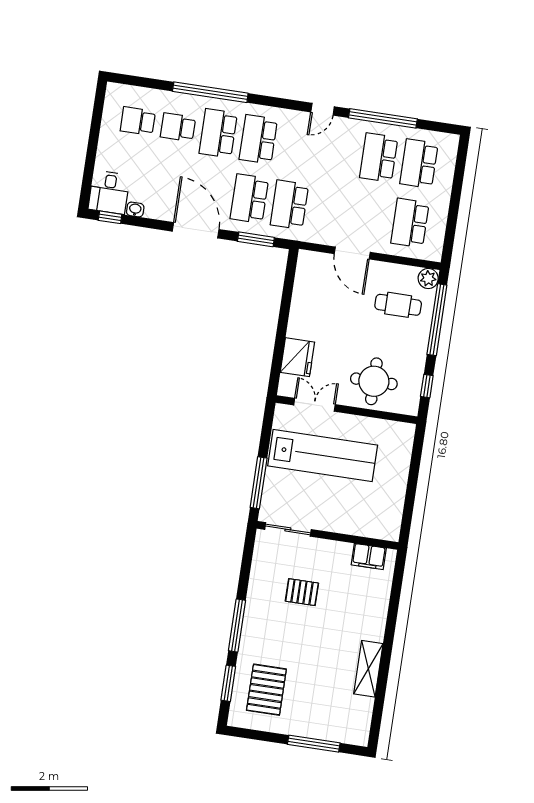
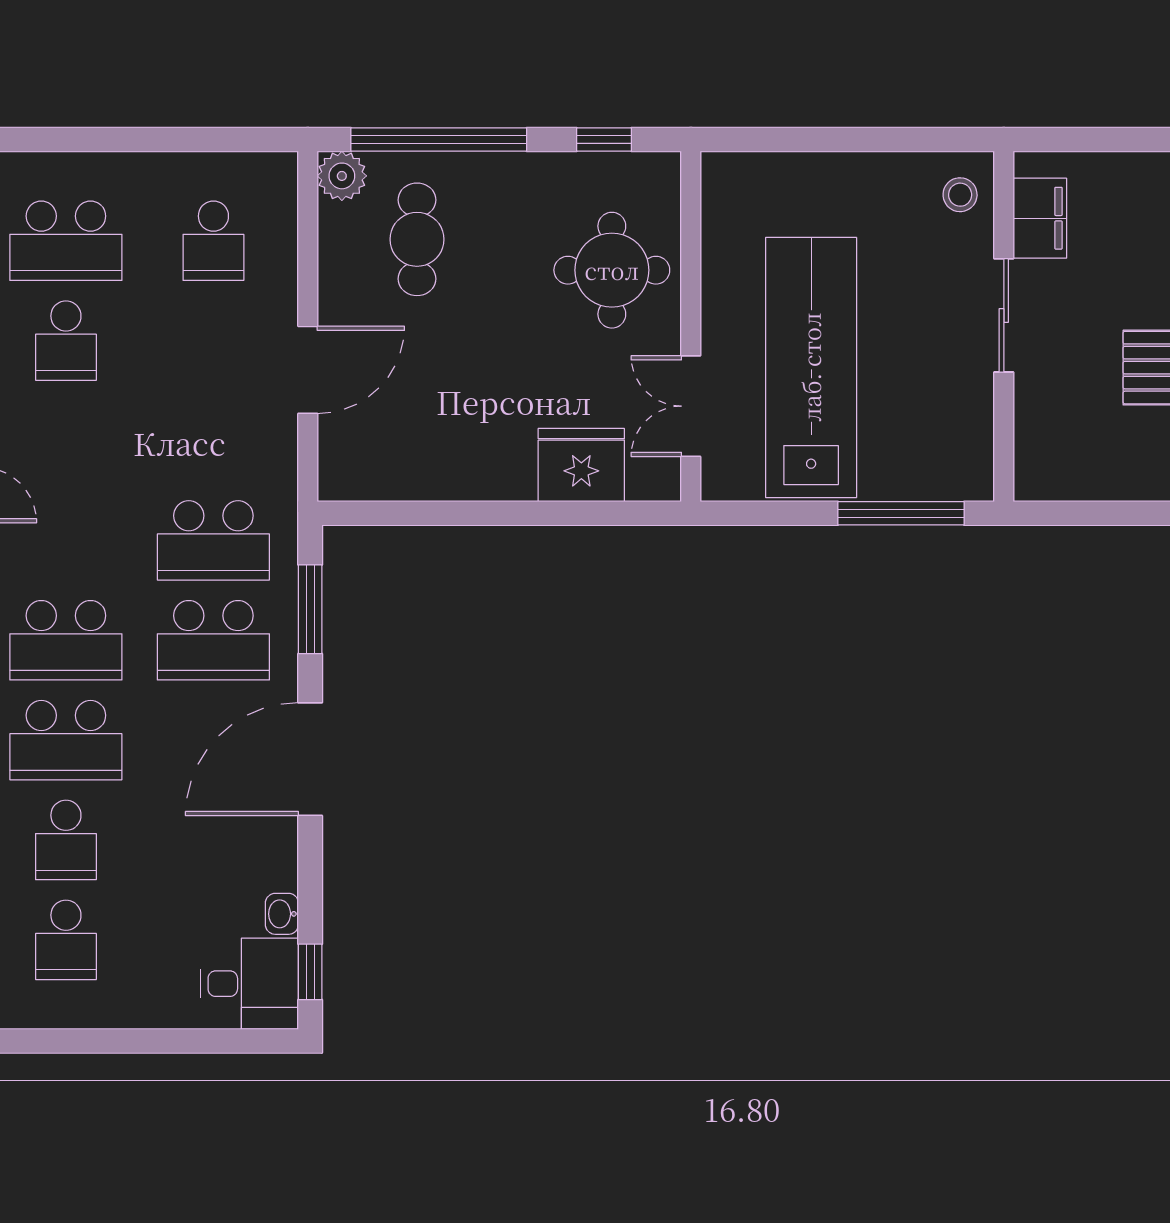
school desk: (379, 158) -> (66, 341), width x0.54
school desk: (410, 223) -> (213, 241), width x0.54
stool: (383, 526) -> (960, 195), added
sliding door: (288, 529) -> (1004, 315), moved

